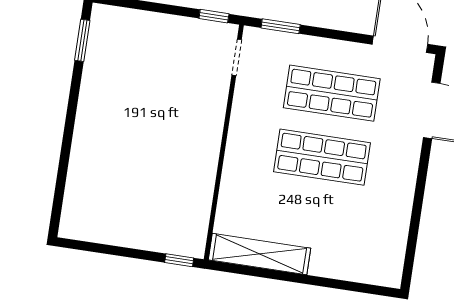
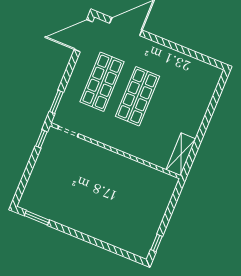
shelving: (260, 254) -> (181, 154), width x0.68
window: (179, 260) -> (156, 243), moved

